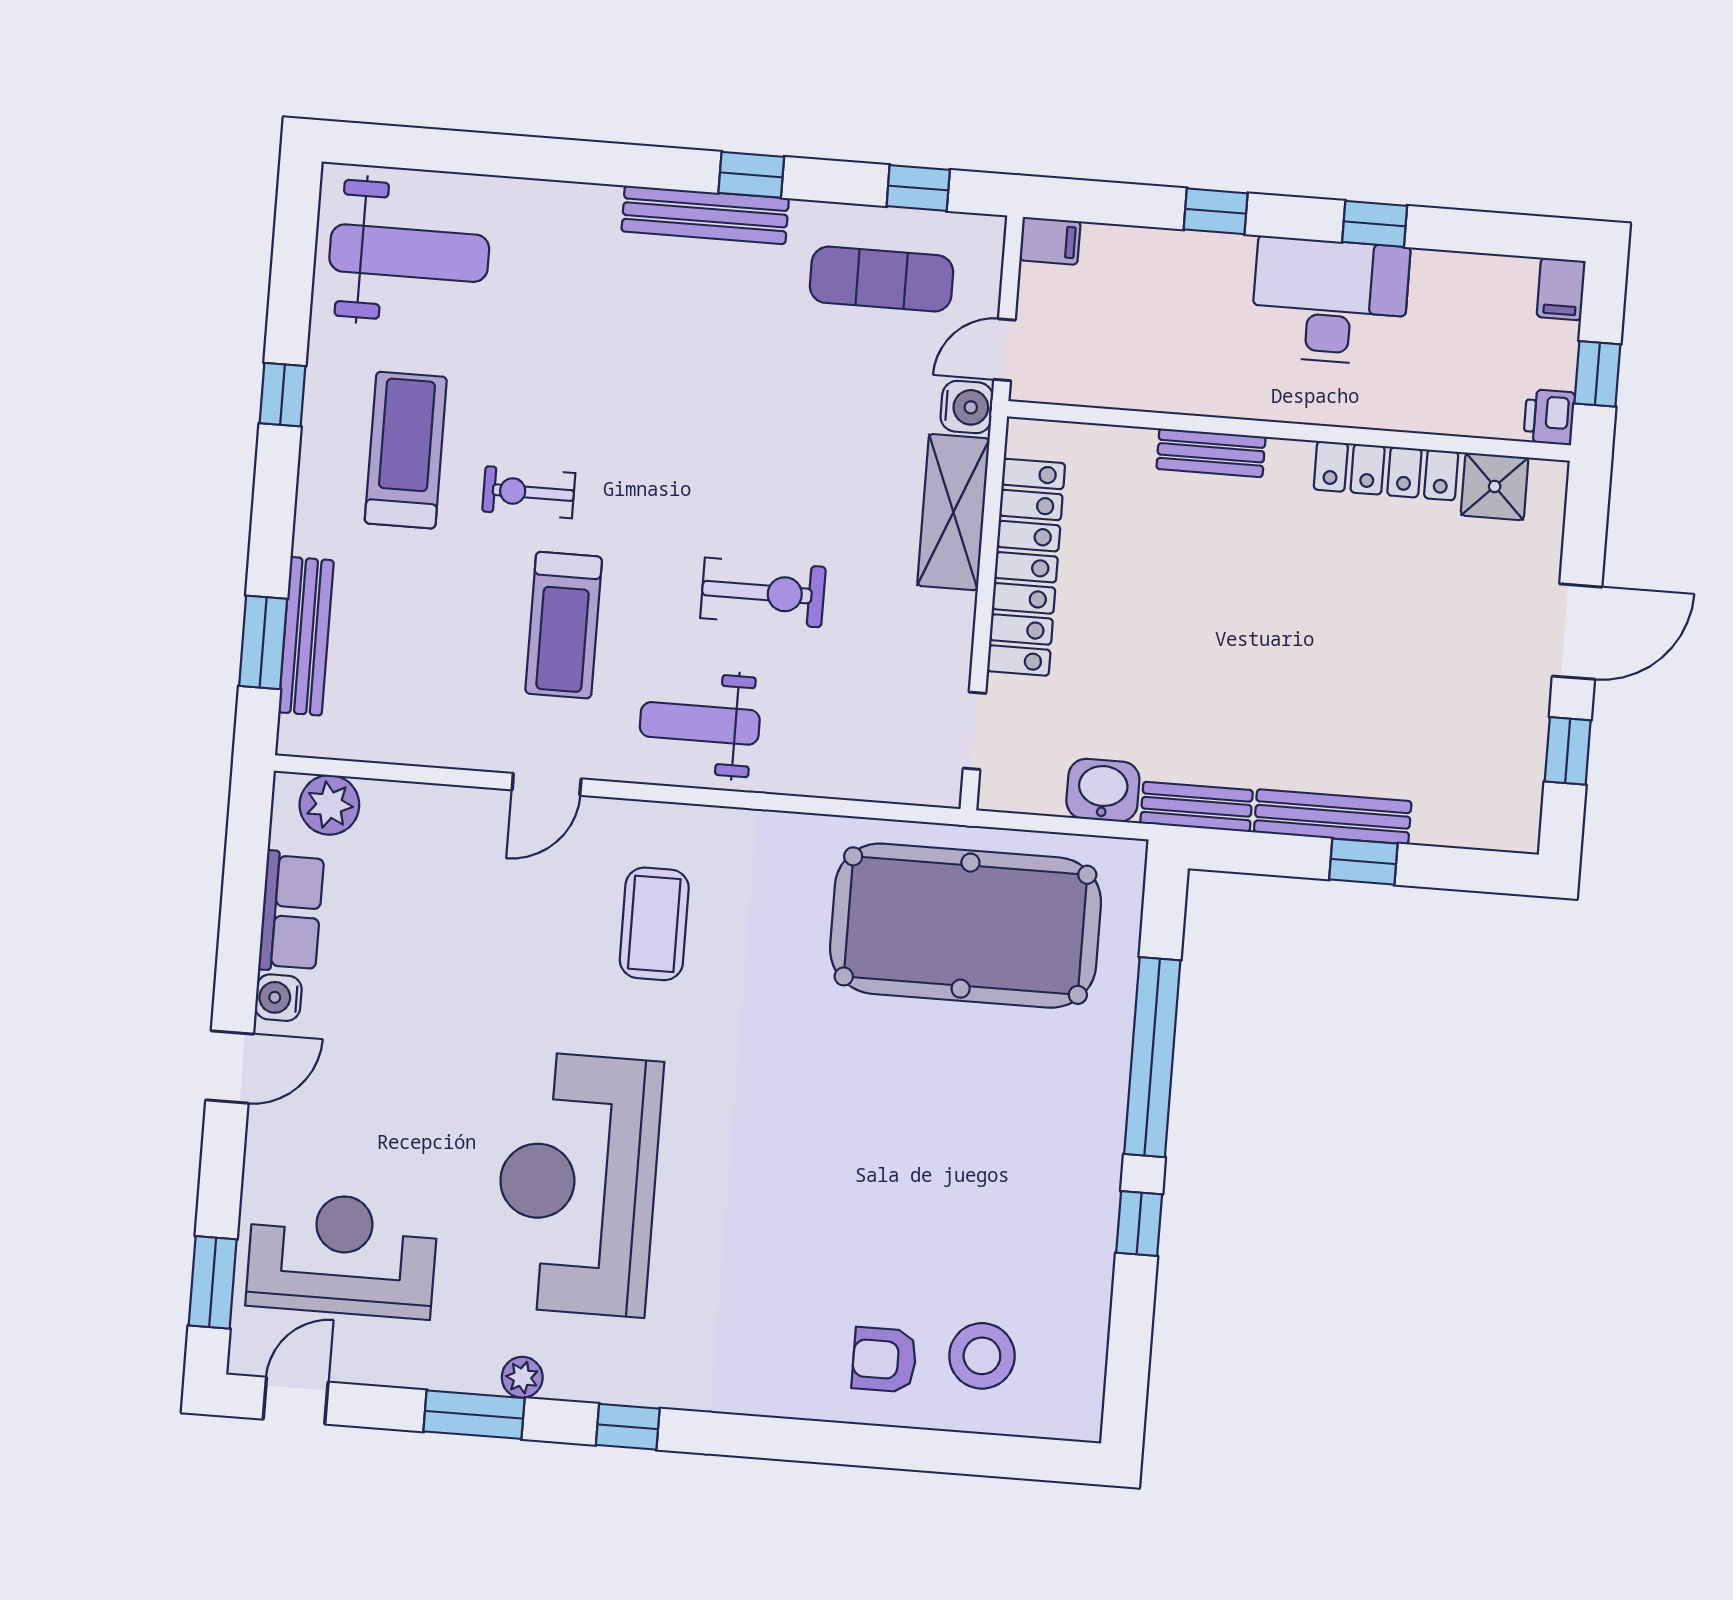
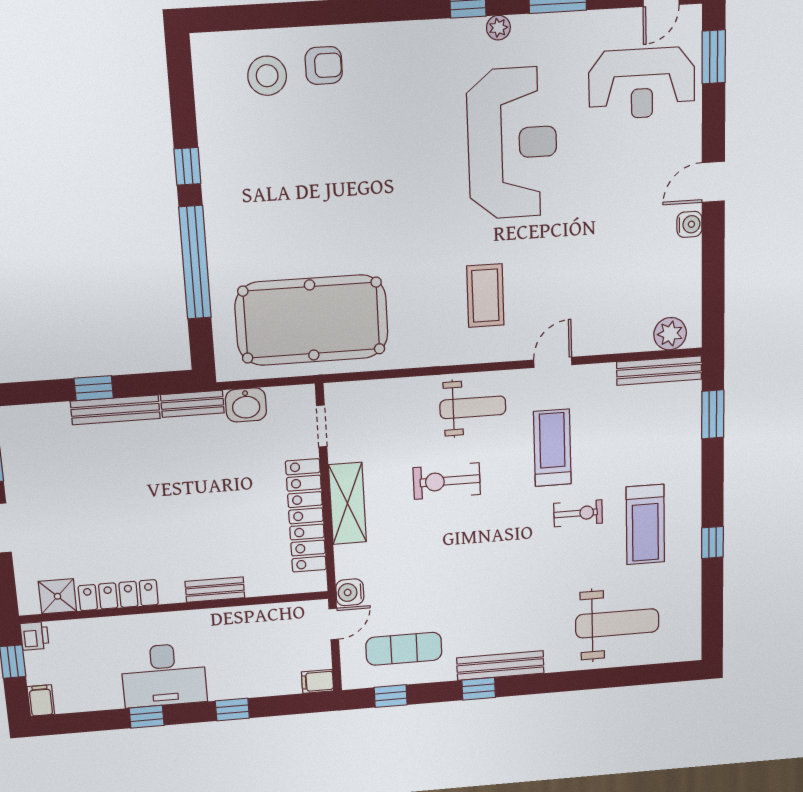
weight bench: (409, 253) -> (617, 623), moved, turned 180
shelving: (953, 512) -> (347, 503), moved
bench: (306, 636) -> (659, 371), moved, turned 90
row of seats: (291, 912) -> (686, 273), removed
plant: (522, 1377) -> (498, 28), moved

